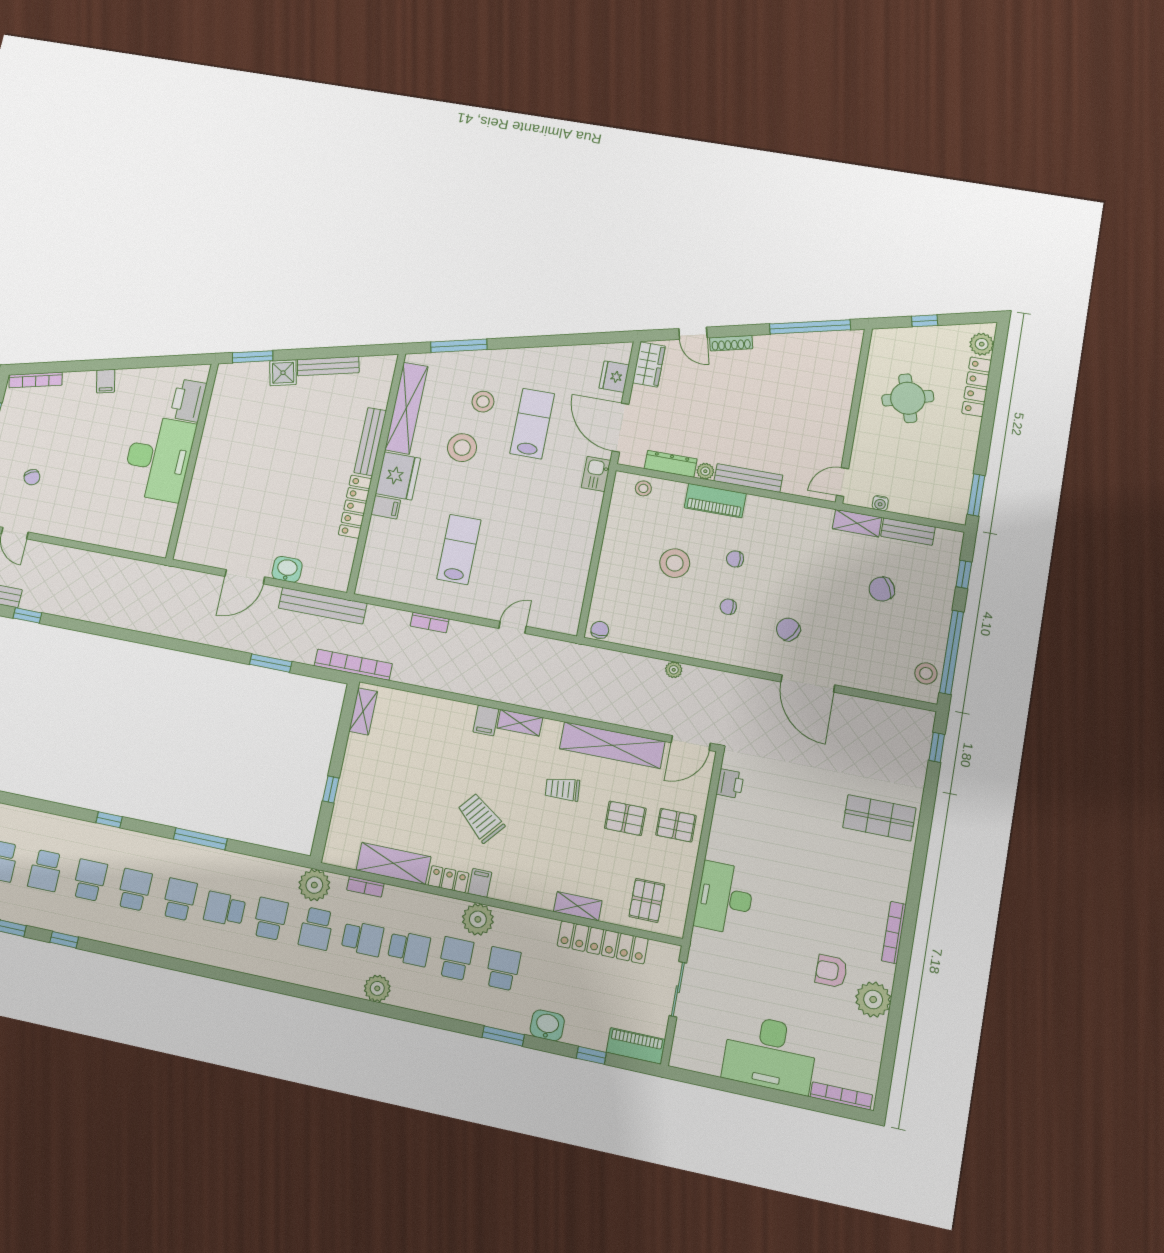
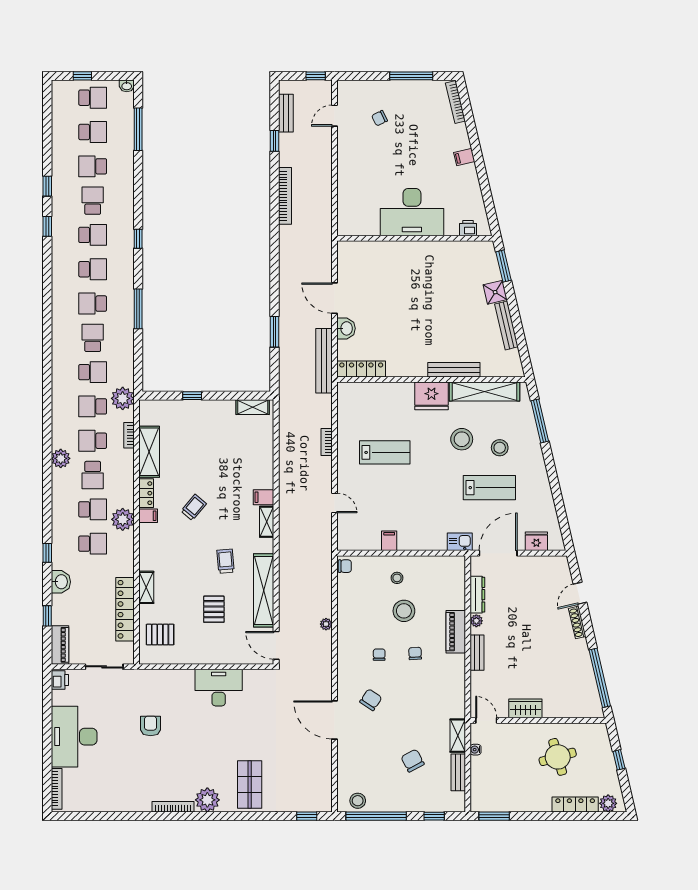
wardrobe: (649, 364) -> (525, 708), moved, turned 180
printer: (188, 400) -> (468, 228), width x0.53, depth x0.68
bench: (748, 478) -> (477, 653), width x0.73
stool: (643, 488) -> (397, 578), moved
locker: (355, 507) -> (361, 369), moved
filing cabinet: (386, 507) -> (389, 541), moved, turned 180
bookcase: (353, 665) -> (285, 196), moved
door: (808, 683) -> (335, 720), hinge flipped
printer: (730, 784) -> (60, 680), moved, turned -90
trolley: (481, 818) -> (194, 507), width x0.73, depth x0.72
pallet: (676, 825) -> (216, 645), removed
school desk: (45, 871) -> (93, 201), turned 90
desk: (724, 898) -> (219, 688), moved
school desk: (179, 899) -> (93, 304), turned 180
school desk: (362, 939) -> (93, 441), turned 90
armchair: (831, 971) -> (151, 726), moved
plant: (873, 1000) -> (207, 800), moved
window: (503, 1036) -> (47, 553), width x0.67

